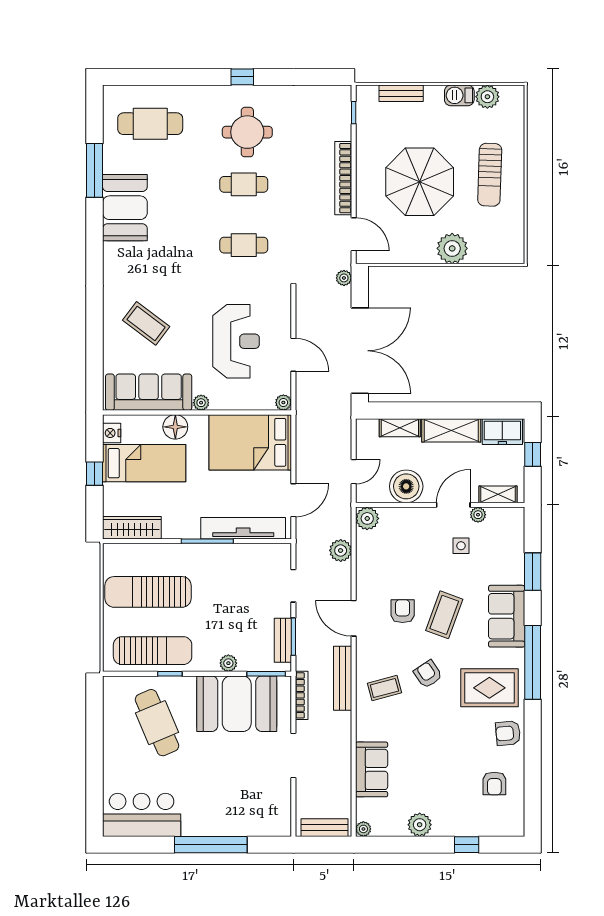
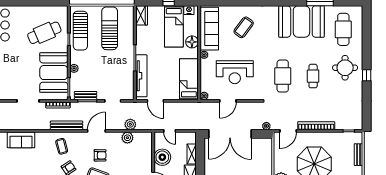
round table: (247, 132) -> (345, 68), moved
booth: (125, 208) -> (301, 21), width x1.36, depth x1.42
cafe table: (244, 245) -> (283, 76), width x1.37, depth x1.35
bed: (250, 442) -> (189, 79), width x0.67
plant: (367, 518) -> (127, 138), moved
wardrobe: (132, 528) -> (142, 15), width x0.67

